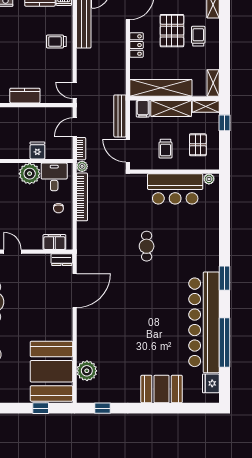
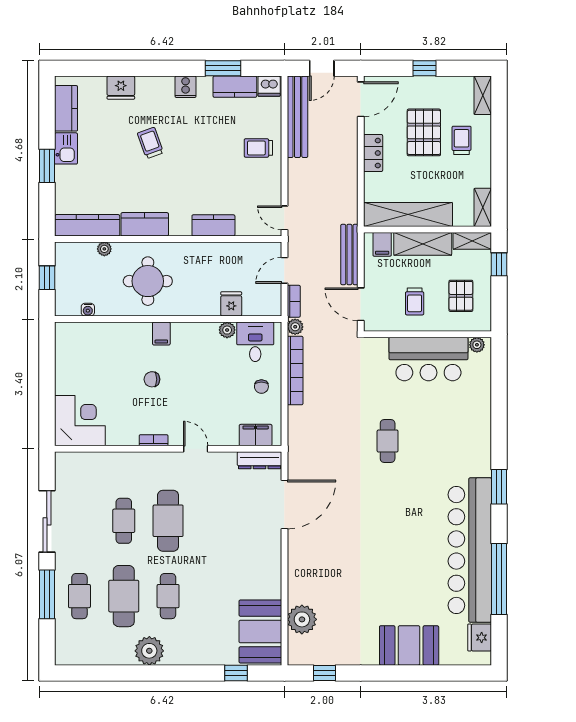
plant: (30, 174) -> (227, 330), width x0.53, depth x0.53
dresser: (62, 260) -> (259, 460), width x1.44
booth: (51, 371) -> (260, 631), width x0.73, depth x0.70

